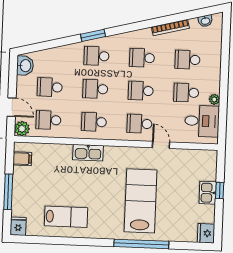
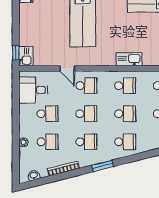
window: (93, 35) -> (103, 166), moved
plant: (214, 99) -> (23, 142), moved
window: (220, 191) -> (16, 53), moved
kitchen sink: (208, 193) -> (26, 56), moved

